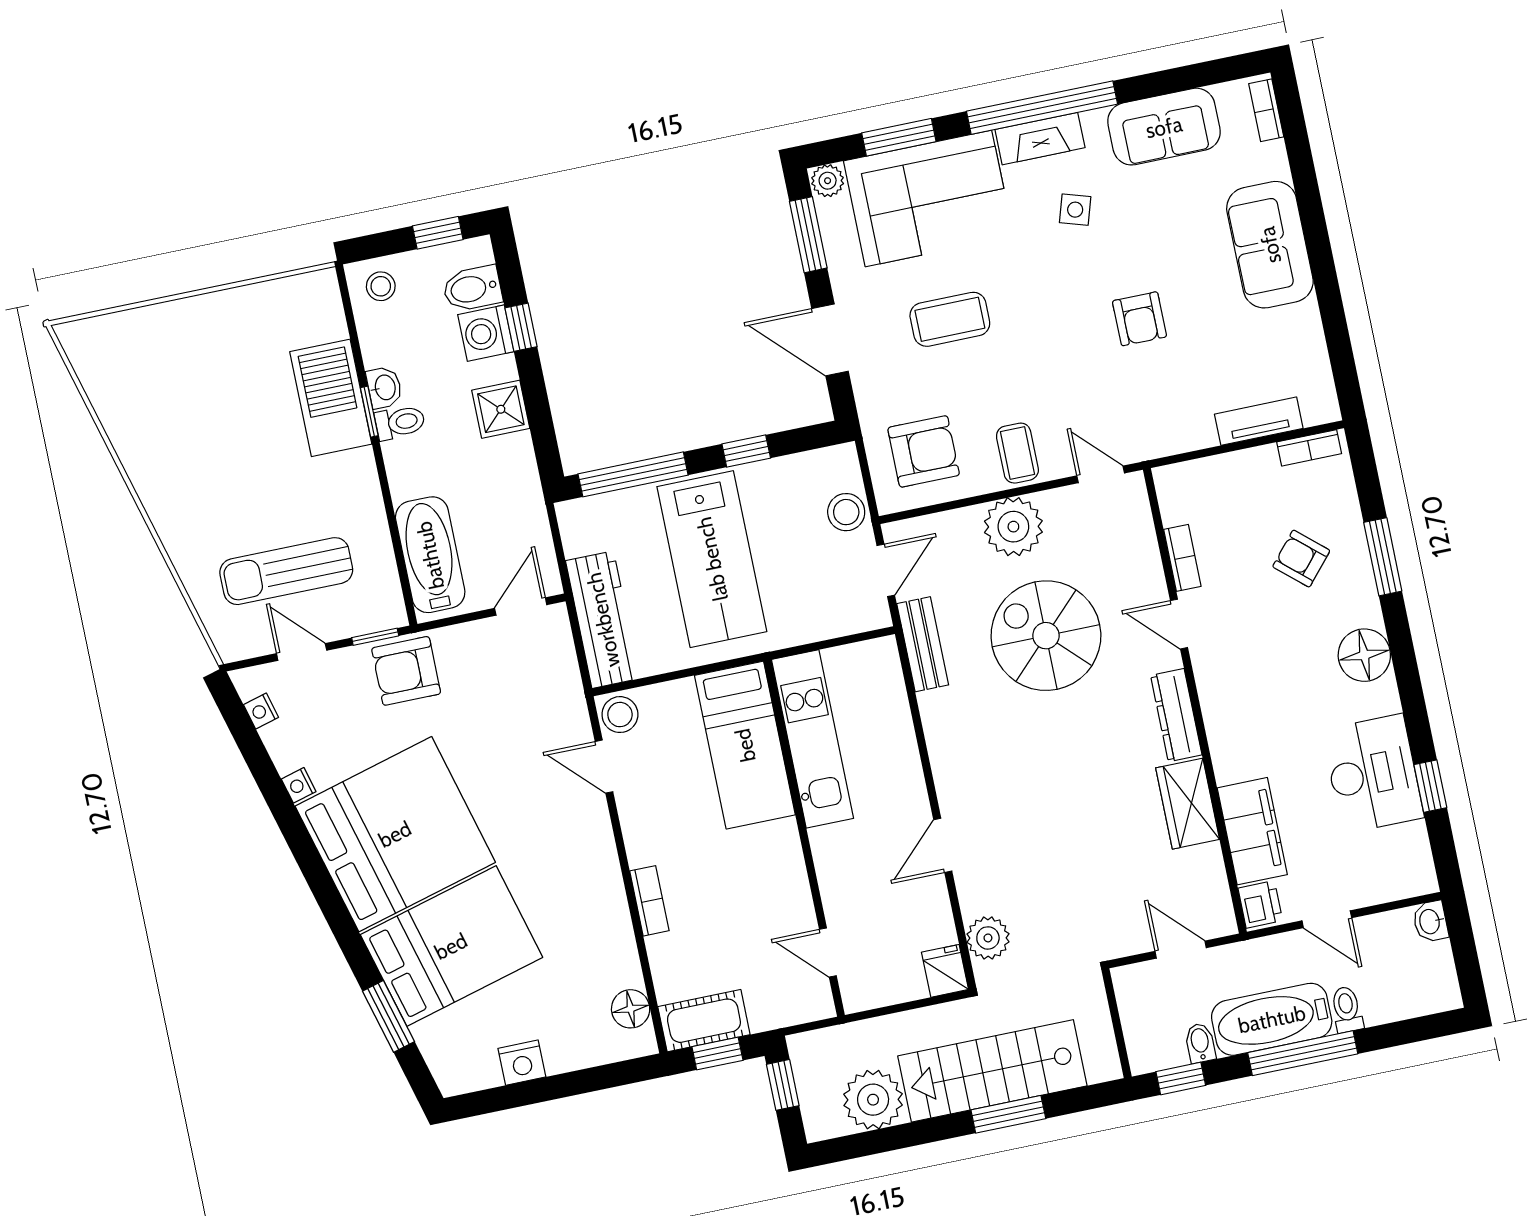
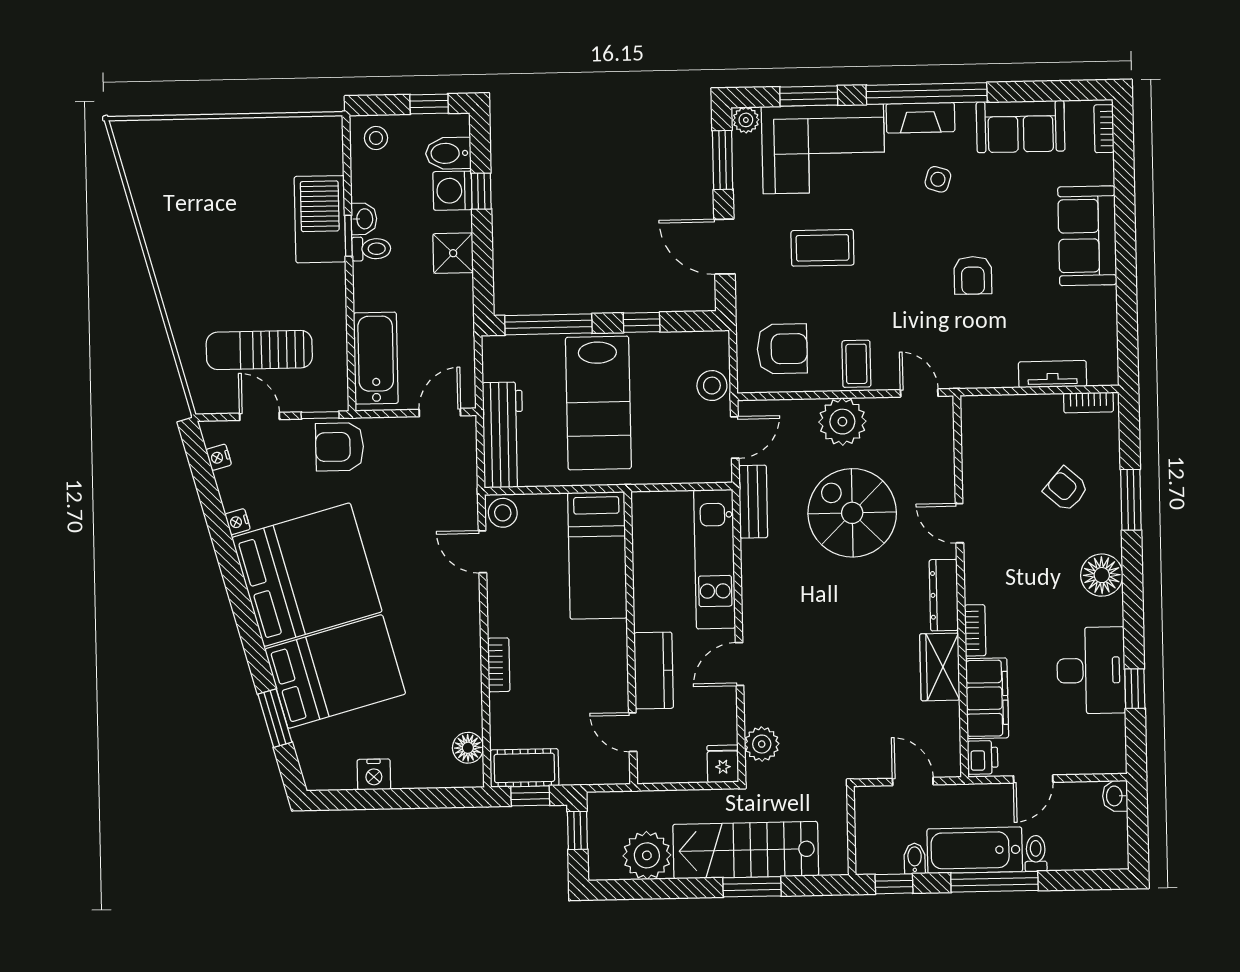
bookcase: (1182, 558) -> (975, 630), moved
kitchen unit: (812, 739) -> (715, 559), moved, turned 180
kitchen counter: (840, 873) -> (654, 671), added
door: (1327, 919) -> (1033, 779), hinge flipped

